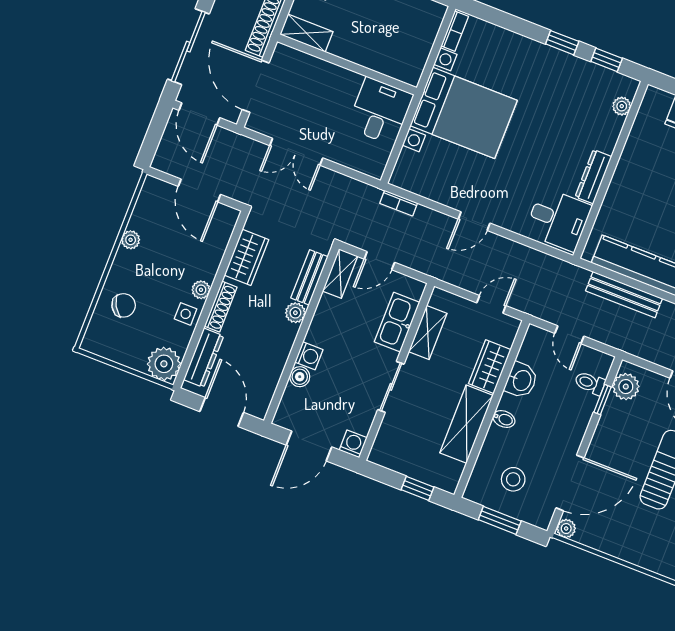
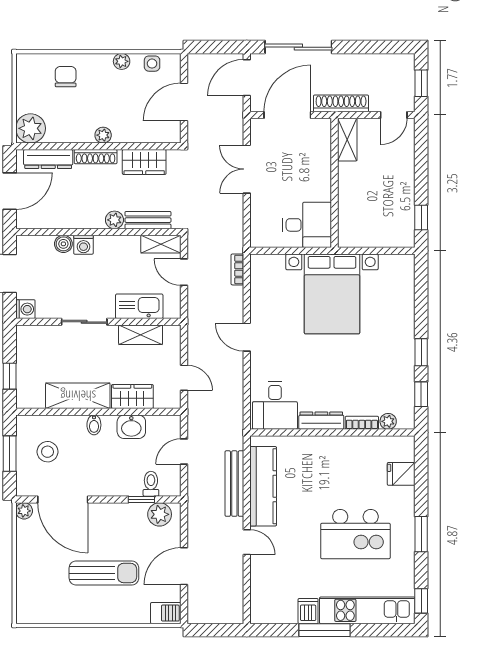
bookcase: (455, 31) -> (362, 423), moved, turned 180
chair: (124, 305) -> (66, 77), turned -150
side table: (186, 314) -> (152, 64), moved

